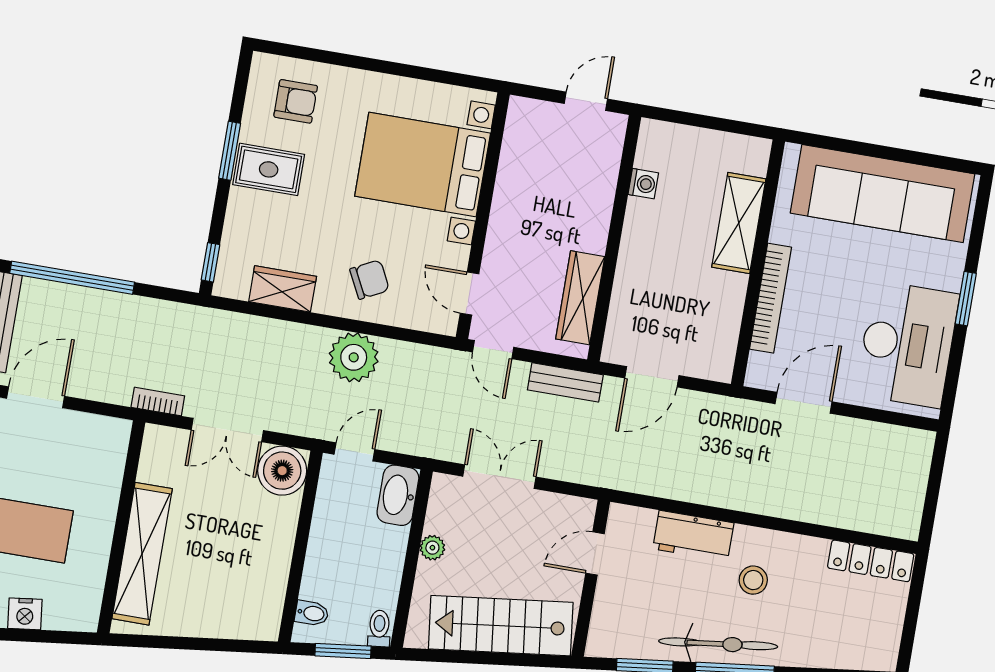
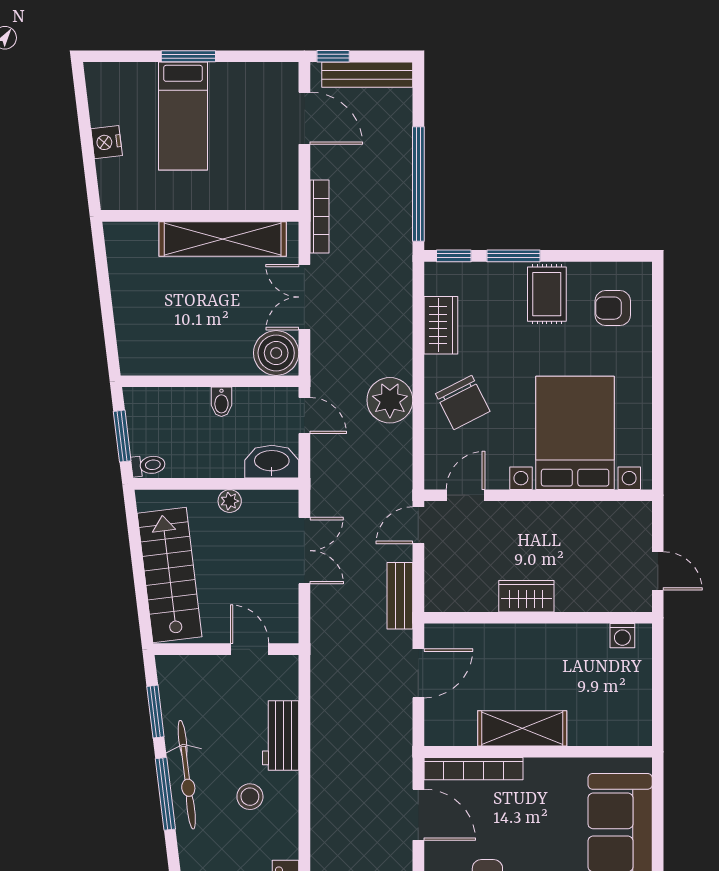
armchair: (296, 101) -> (613, 308), turned 90
window: (230, 151) -> (514, 256), moved
washing machine: (643, 184) -> (622, 636), moved
shelving: (739, 223) -> (522, 728), moved
window: (72, 278) -> (418, 184), moved
chair: (370, 280) -> (463, 403), width x1.37, depth x1.37
wardrobe: (580, 298) -> (526, 596), moved, width x0.67
bookcase: (771, 298) -> (473, 769), moved
door: (652, 377) -> (418, 673), swing flipped
bookcase: (158, 402) -> (319, 216), width x1.56
shelving: (142, 554) -> (223, 239), moved
bidet: (312, 613) -> (221, 402), moved

